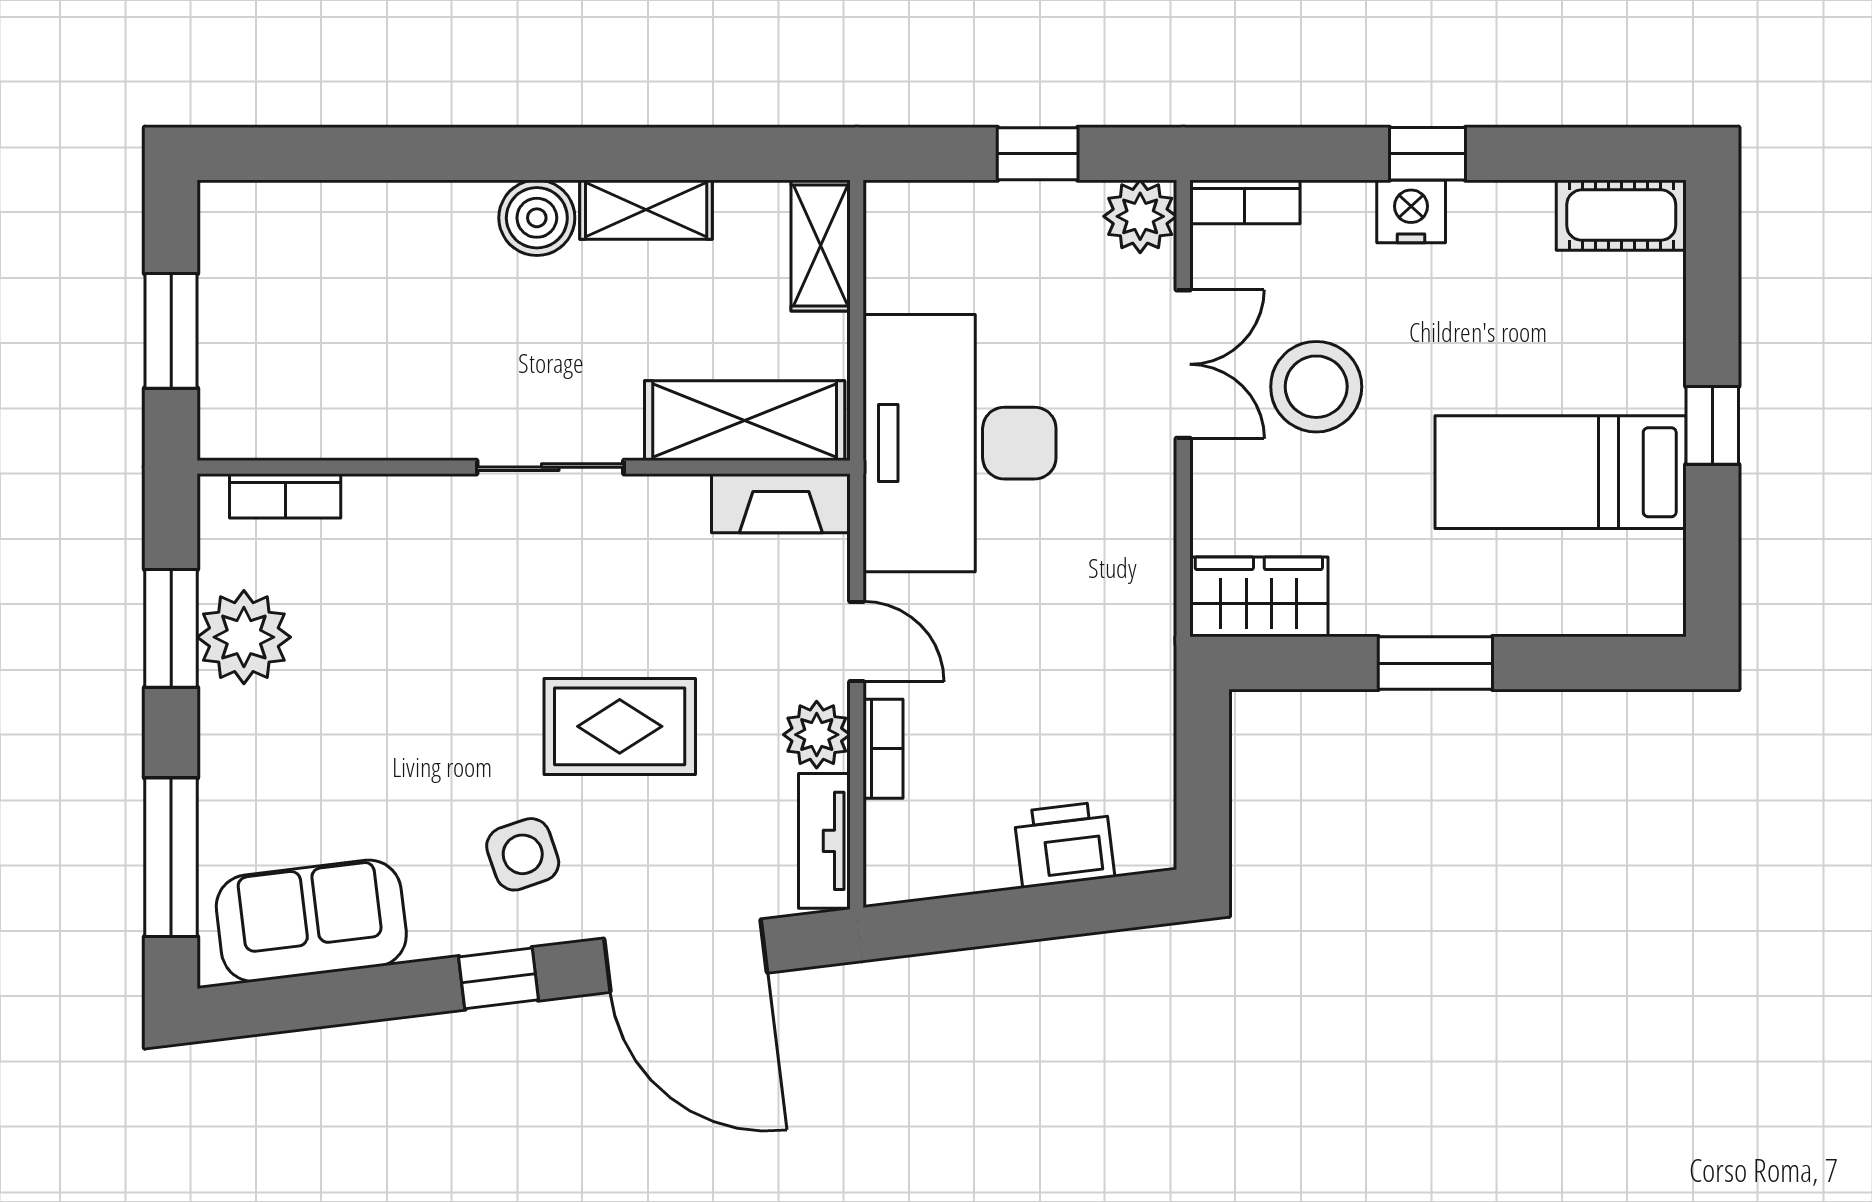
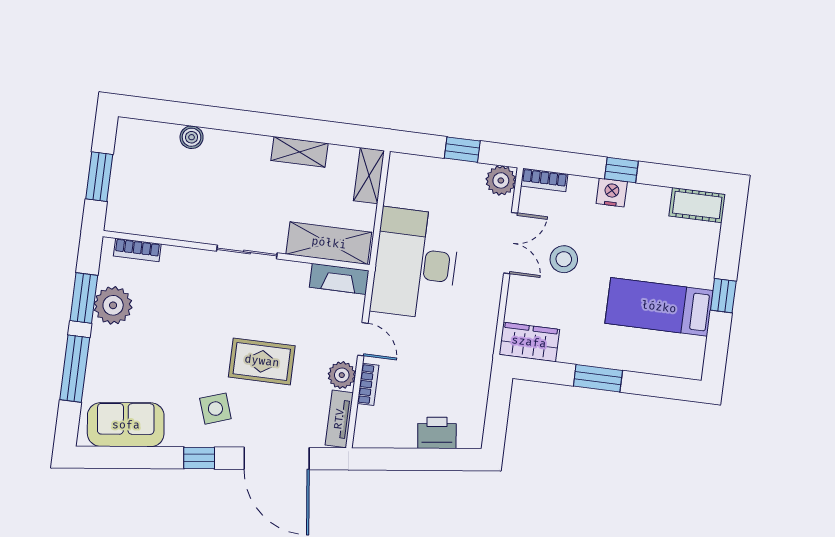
boiler: (537, 218) -> (192, 137), moved, width x0.73, depth x0.73
stool: (1316, 387) -> (564, 259), width x0.73, depth x0.73
window: (171, 857) -> (75, 369), moved

